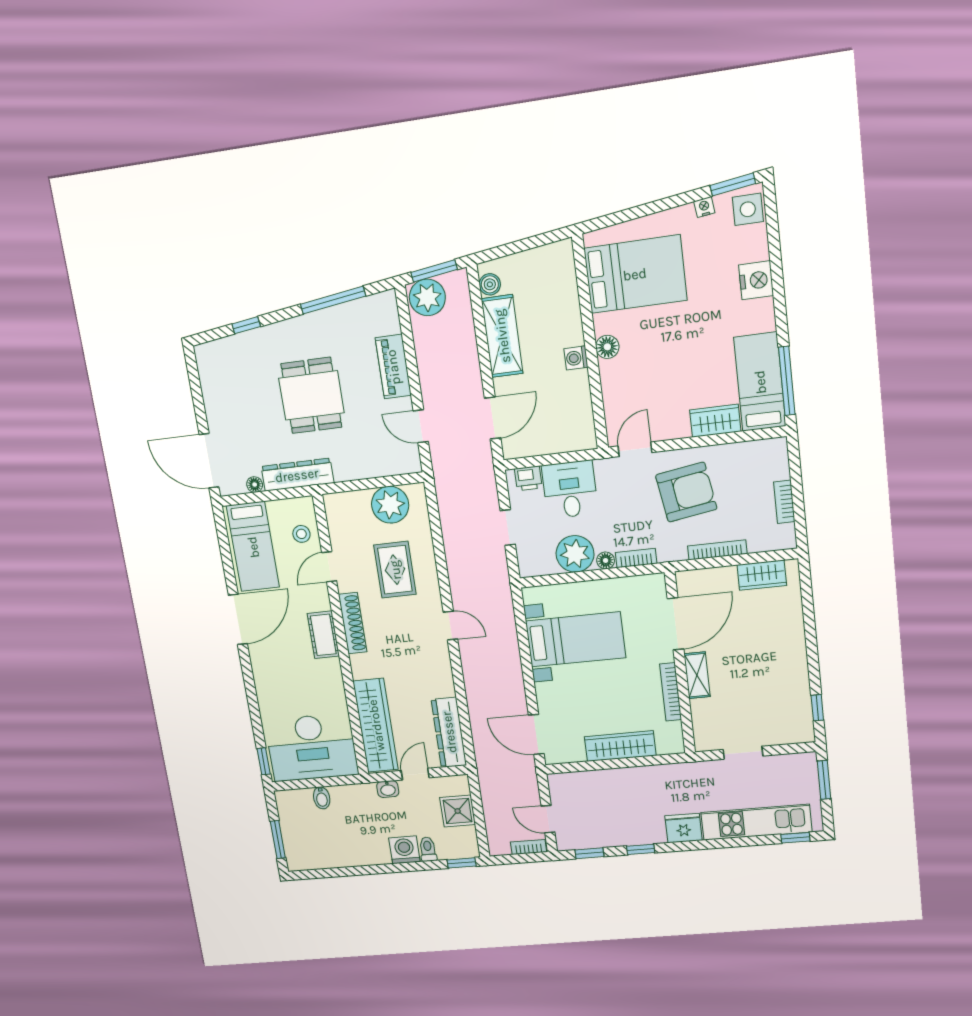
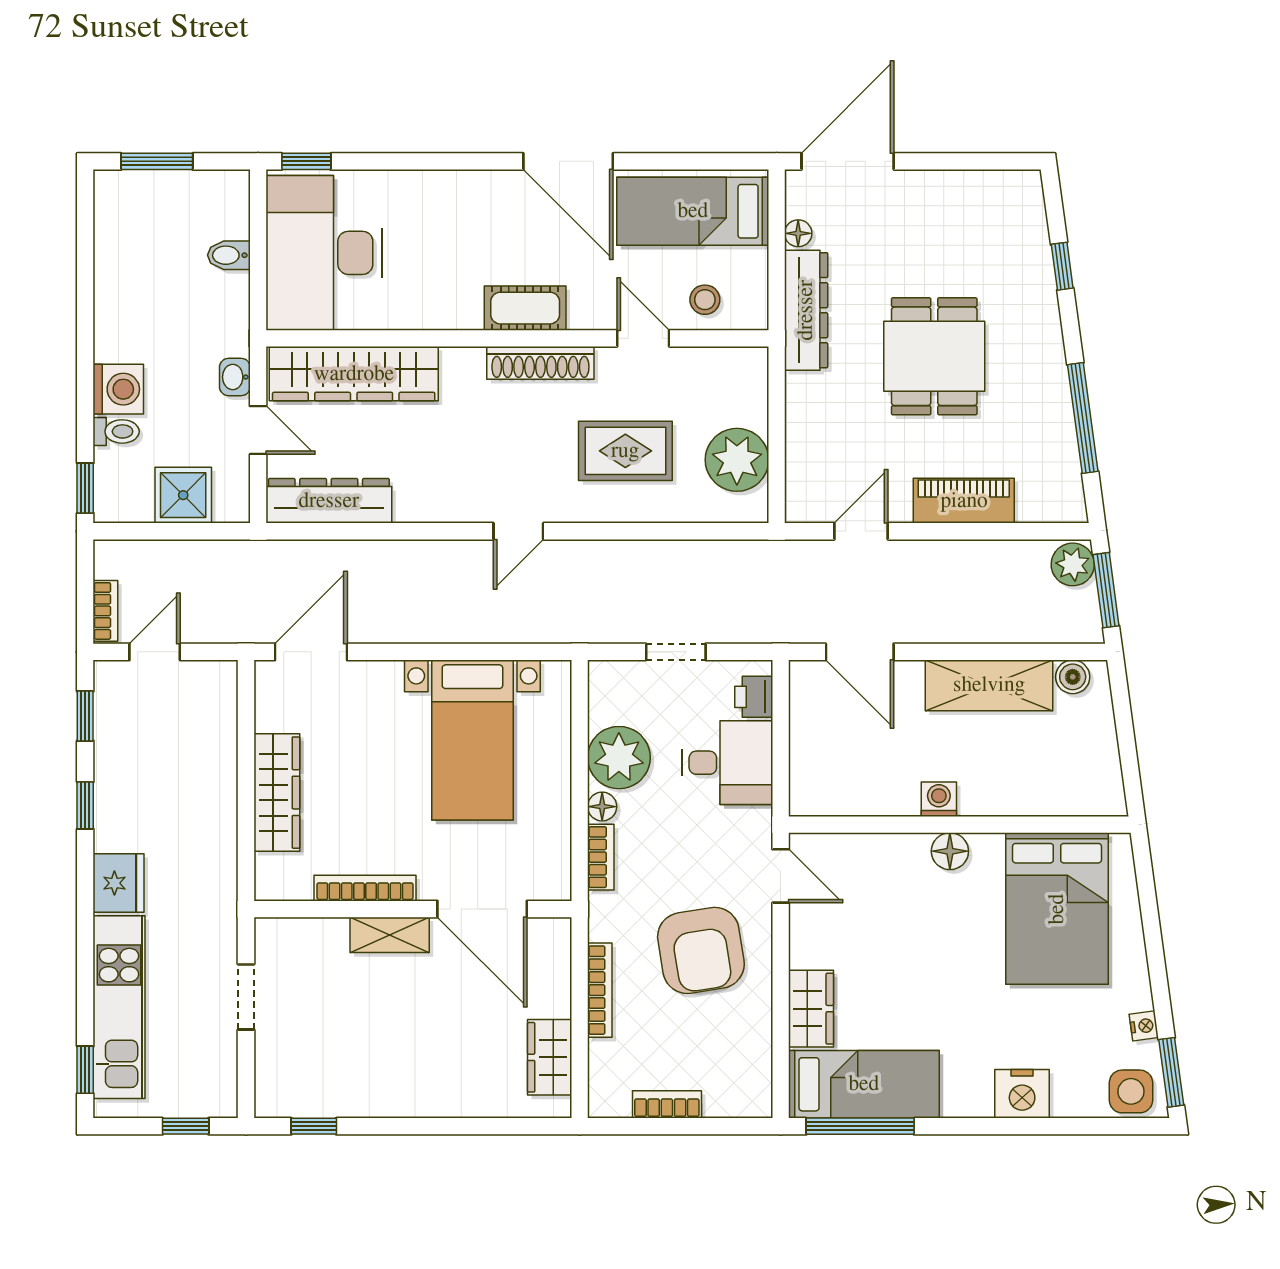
plant: (427, 297) -> (1073, 564), width x0.73, depth x0.73
dining table: (311, 395) -> (934, 356), turned 90
window: (824, 780) -> (186, 1126), width x0.67

